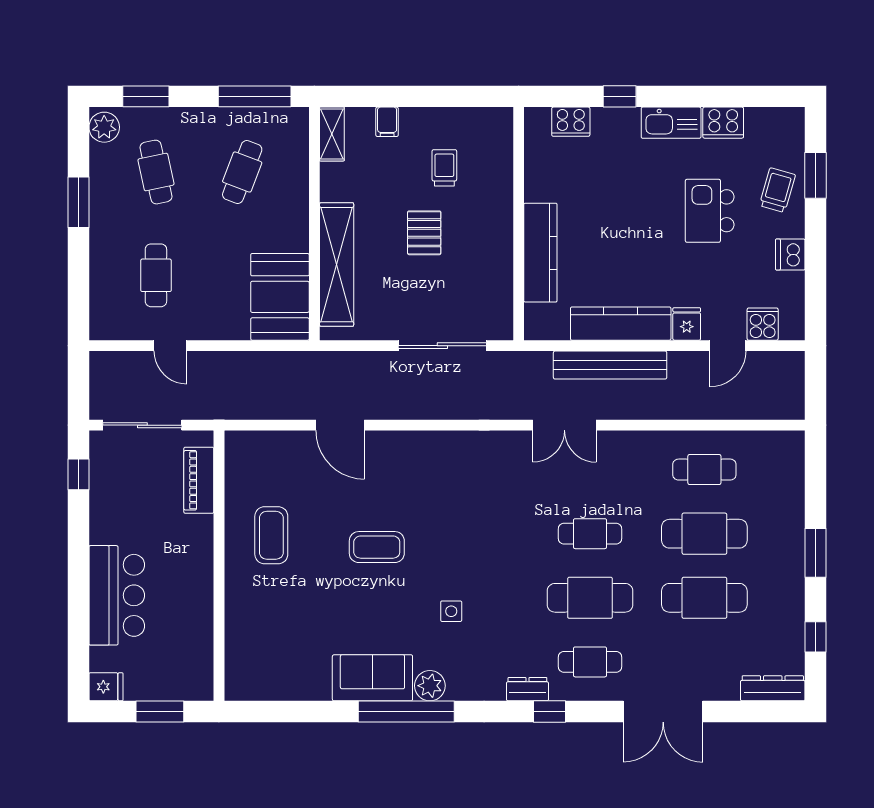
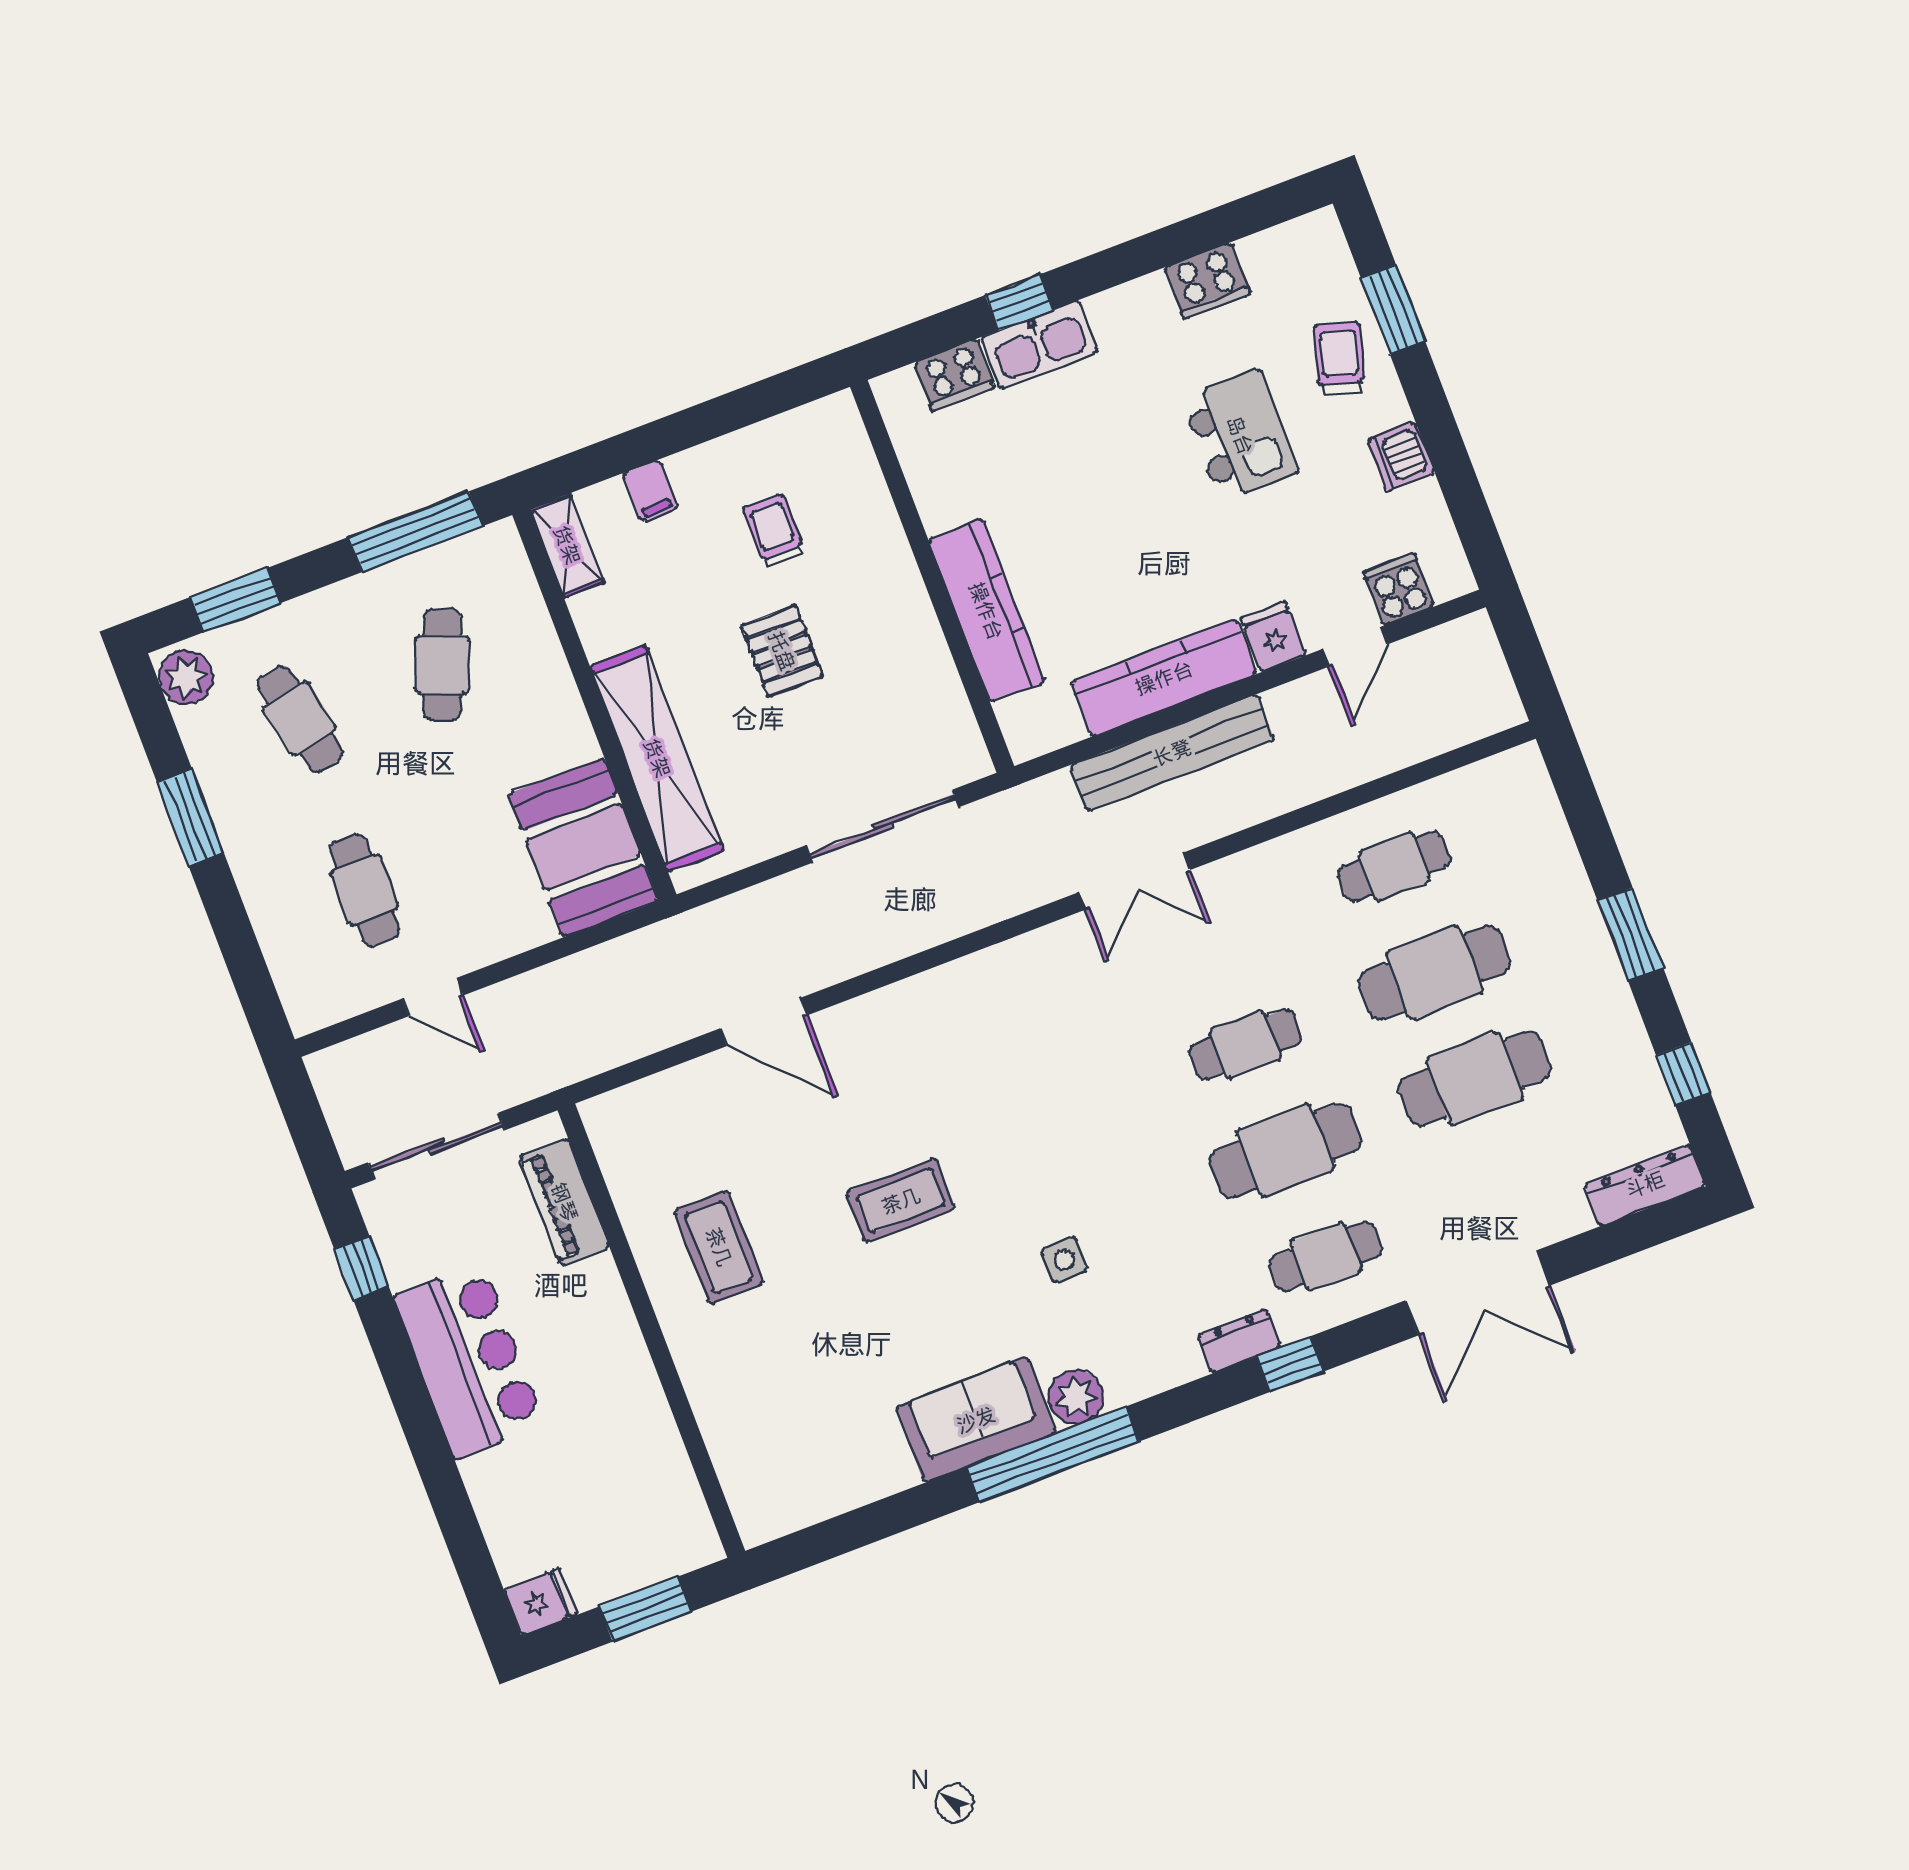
kitchen sink: (671, 123) -> (1039, 345), moved
kitchen island: (710, 211) -> (1240, 435), turned 180
bar counter: (117, 595) -> (469, 1361), moved

